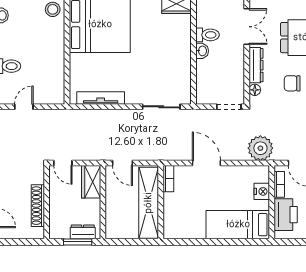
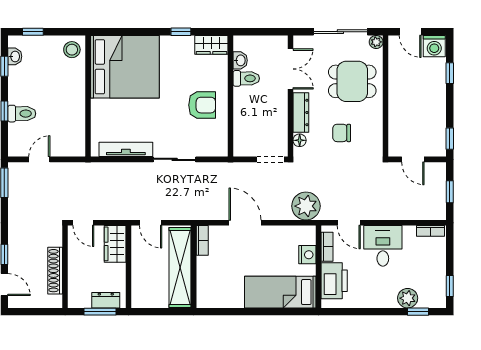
washbasin: (202, 51) -> (240, 60), moved
armchair: (168, 59) -> (202, 105), added
sliding door: (161, 107) -> (175, 159), moved

